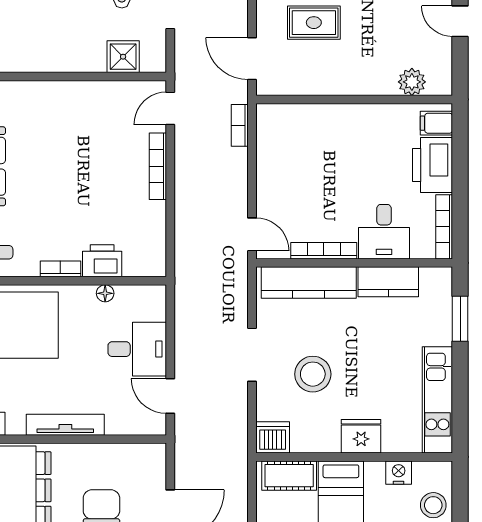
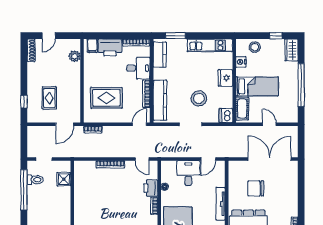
door: (170, 108) -> (142, 159), moved
rug: (314, 157) -> (107, 98), added
kitchen counter: (388, 282) -> (160, 54), moved

